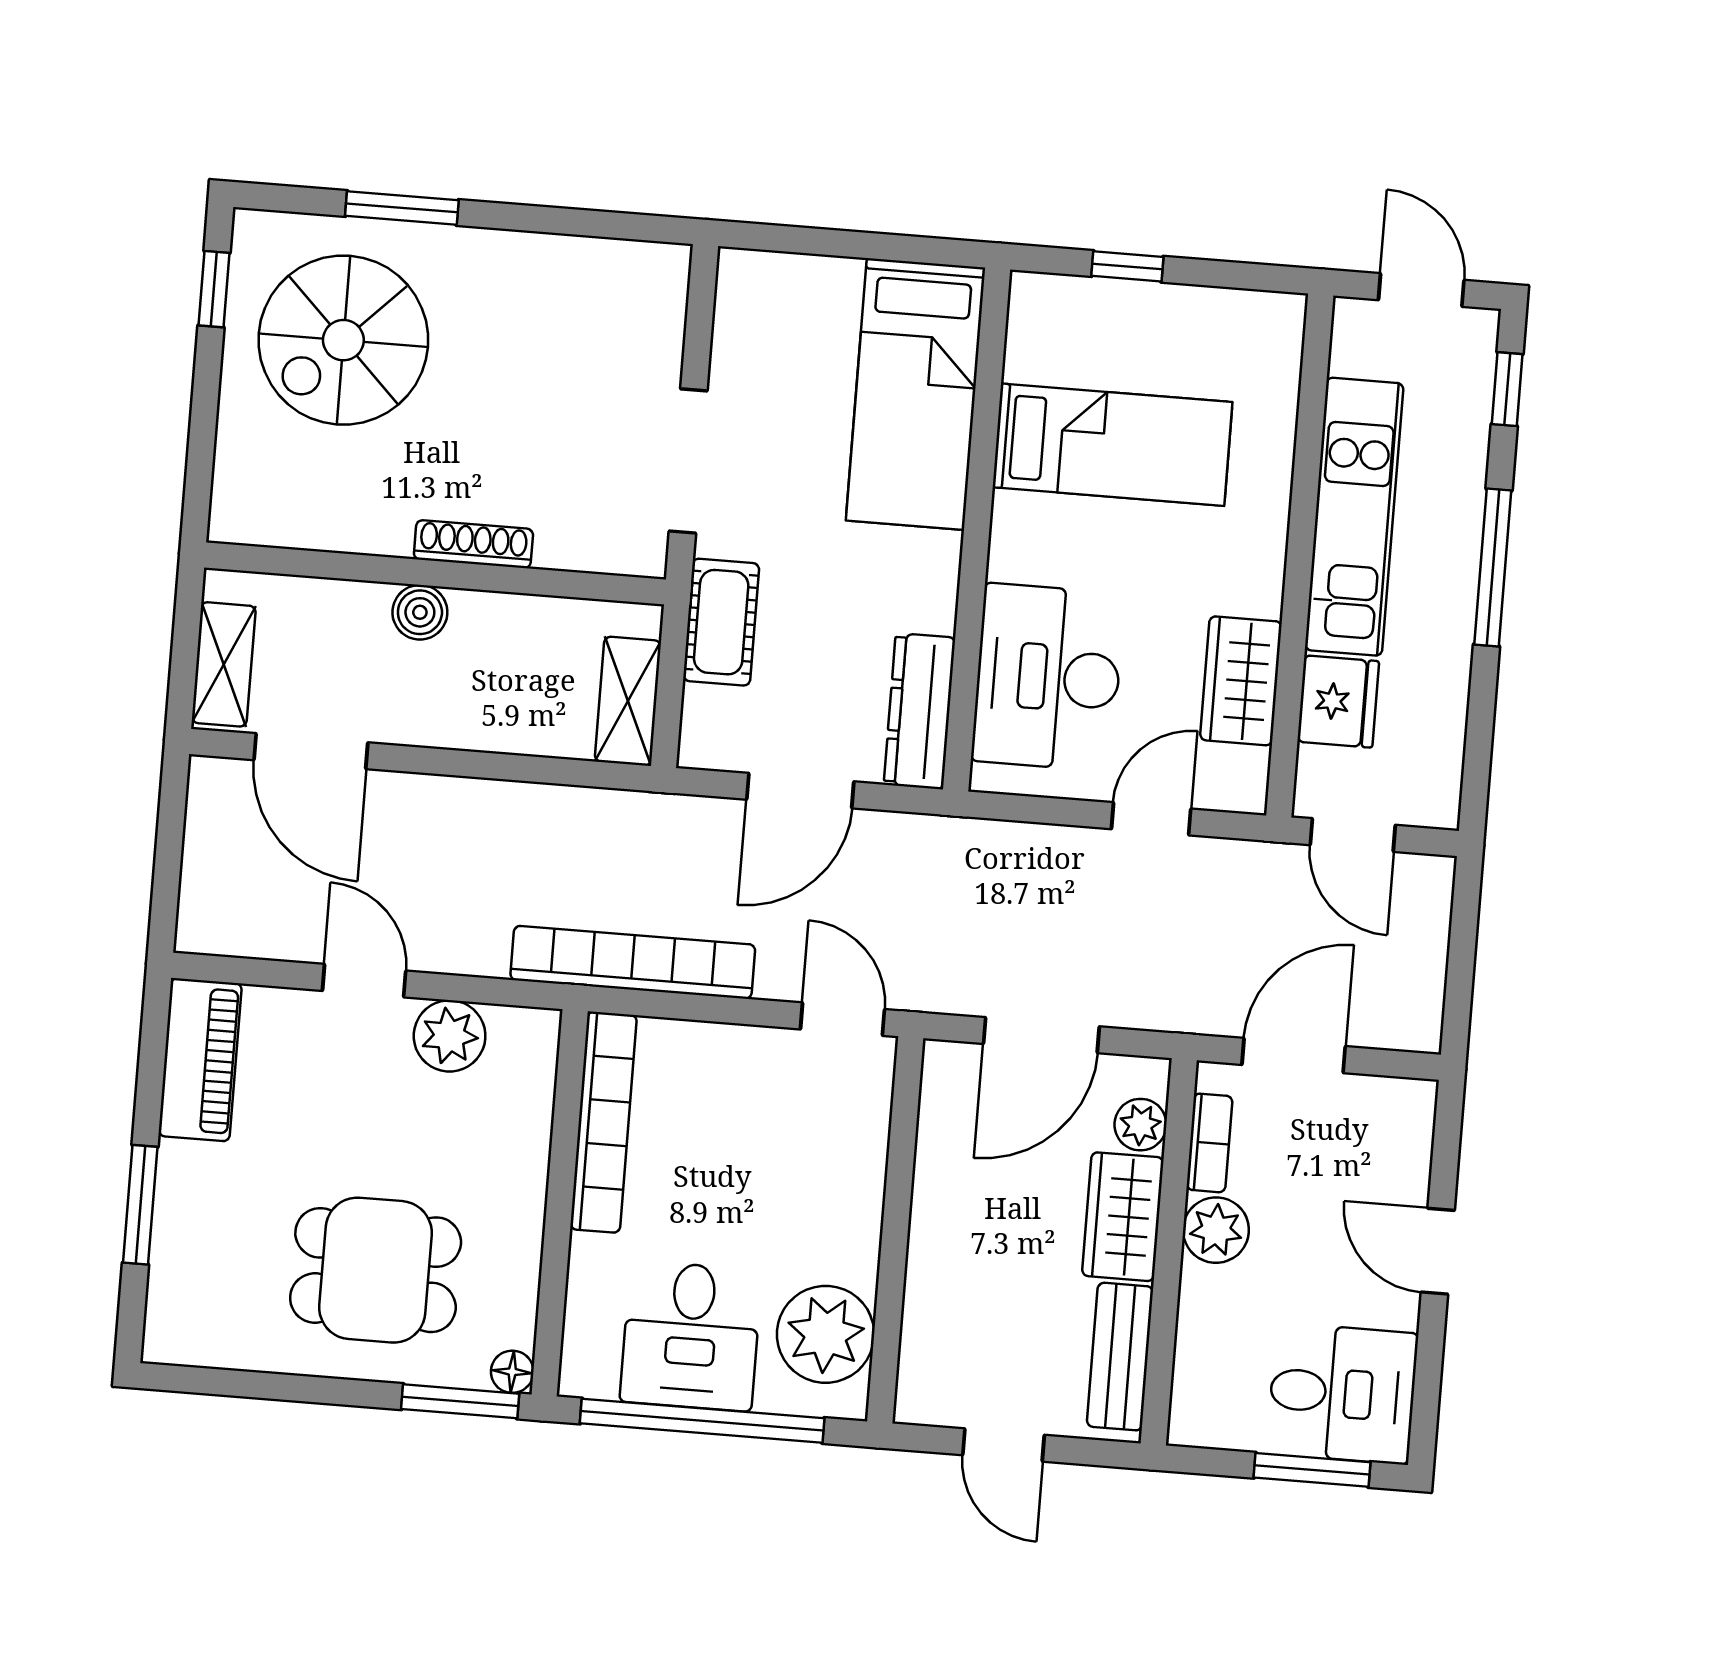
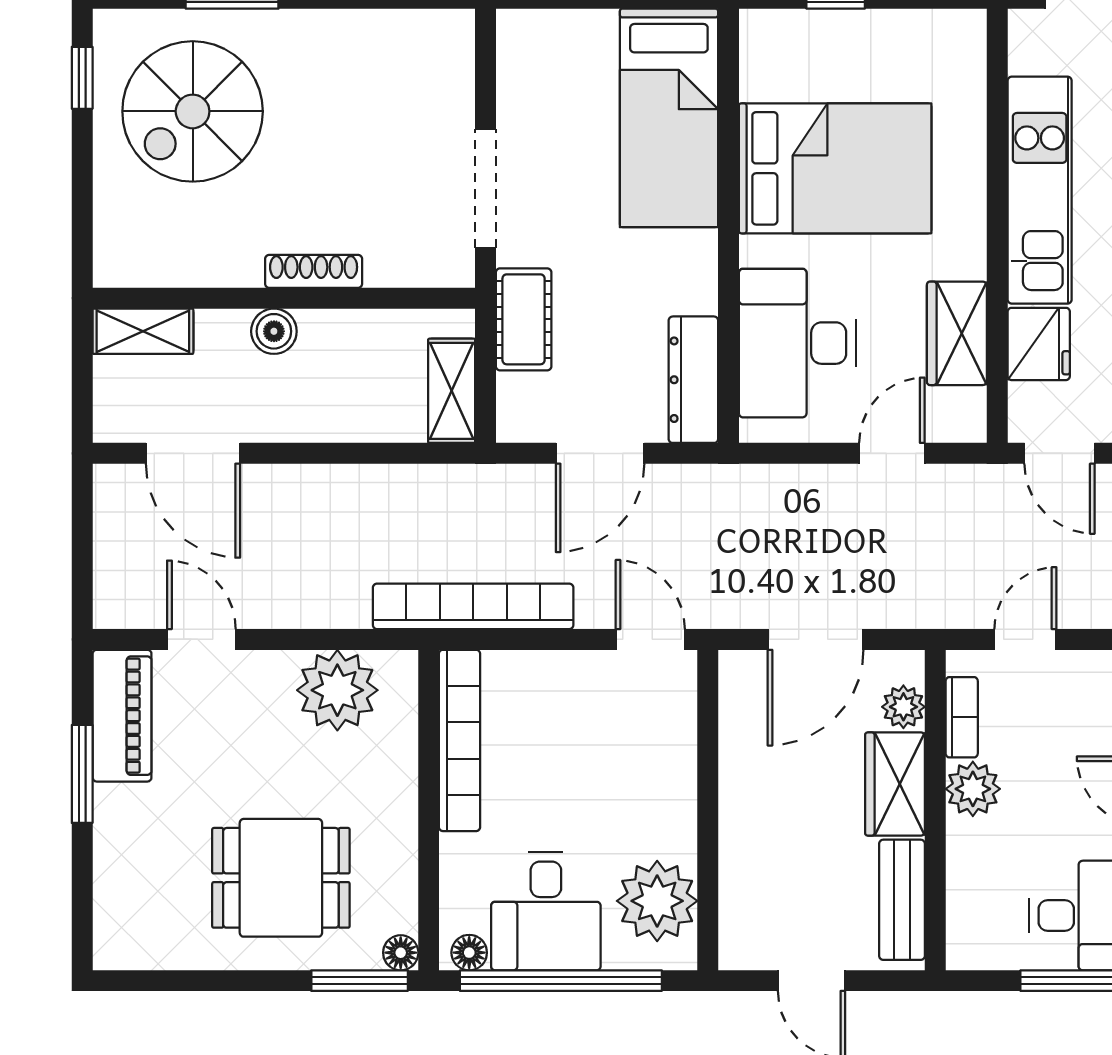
bed: (1112, 445) -> (835, 168), width x1.50
shelving: (224, 664) -> (143, 331), moved, turned 90
door: (364, 981) -> (201, 639), moved
plant: (450, 1036) -> (337, 690), width x1.36, depth x1.36
door: (1294, 1055) -> (1025, 639), width x0.73
window: (140, 1205) -> (82, 774), moved
floor lamp: (595, 1378) -> (469, 953), added

